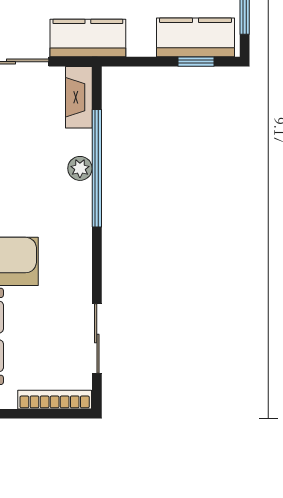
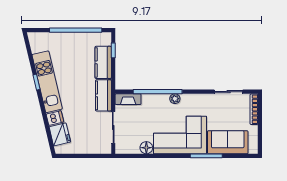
kitchen counter: (195, 37) -> (103, 62), moved
plant: (80, 168) -> (175, 99), moved

